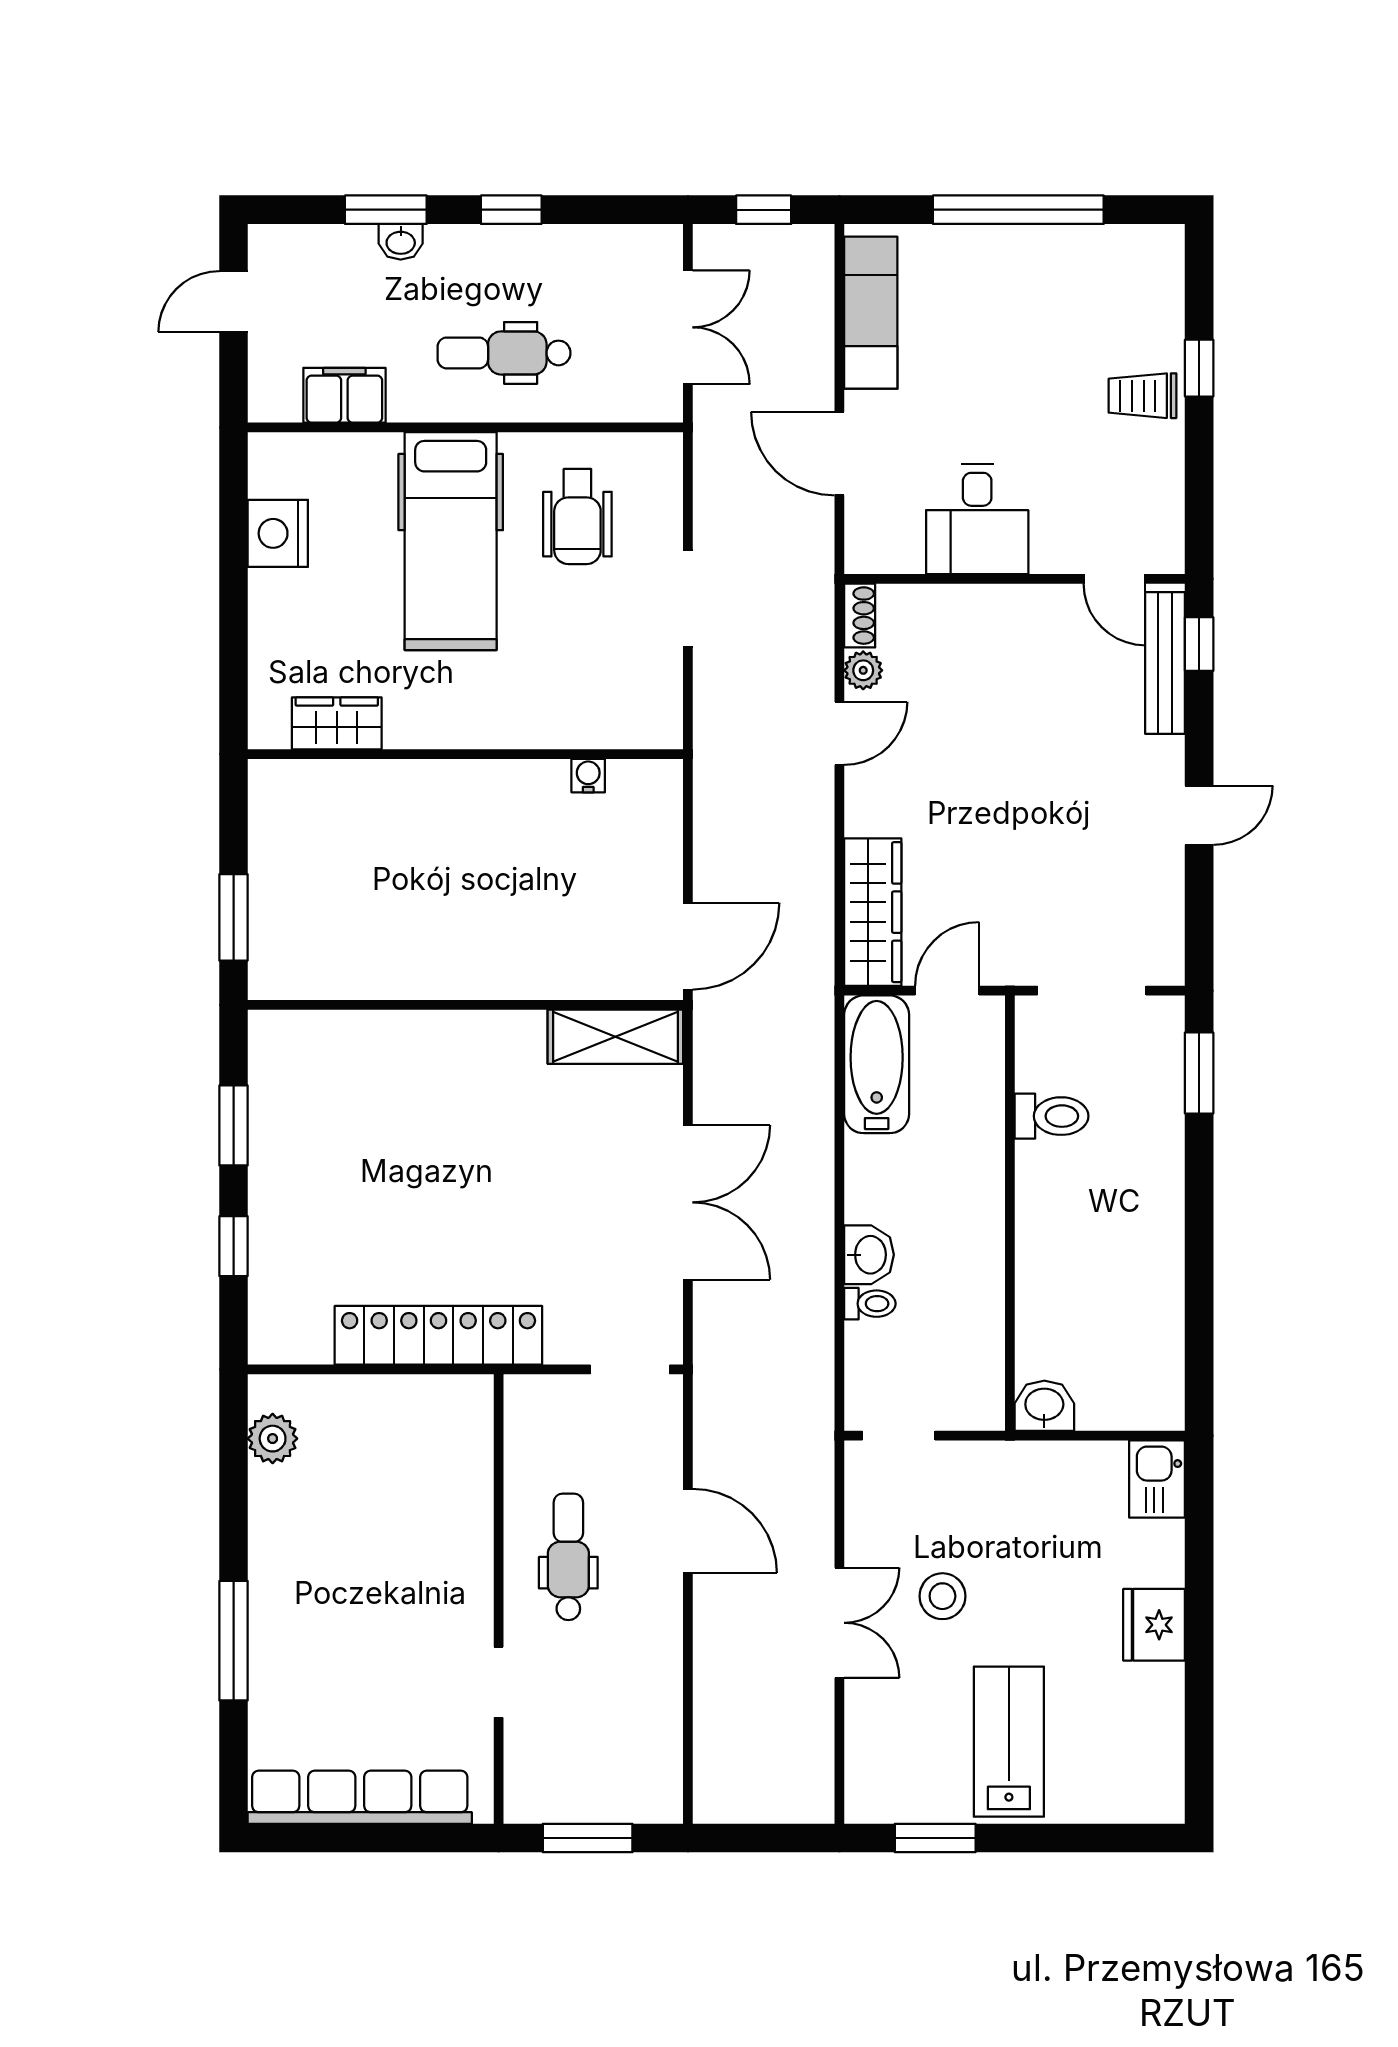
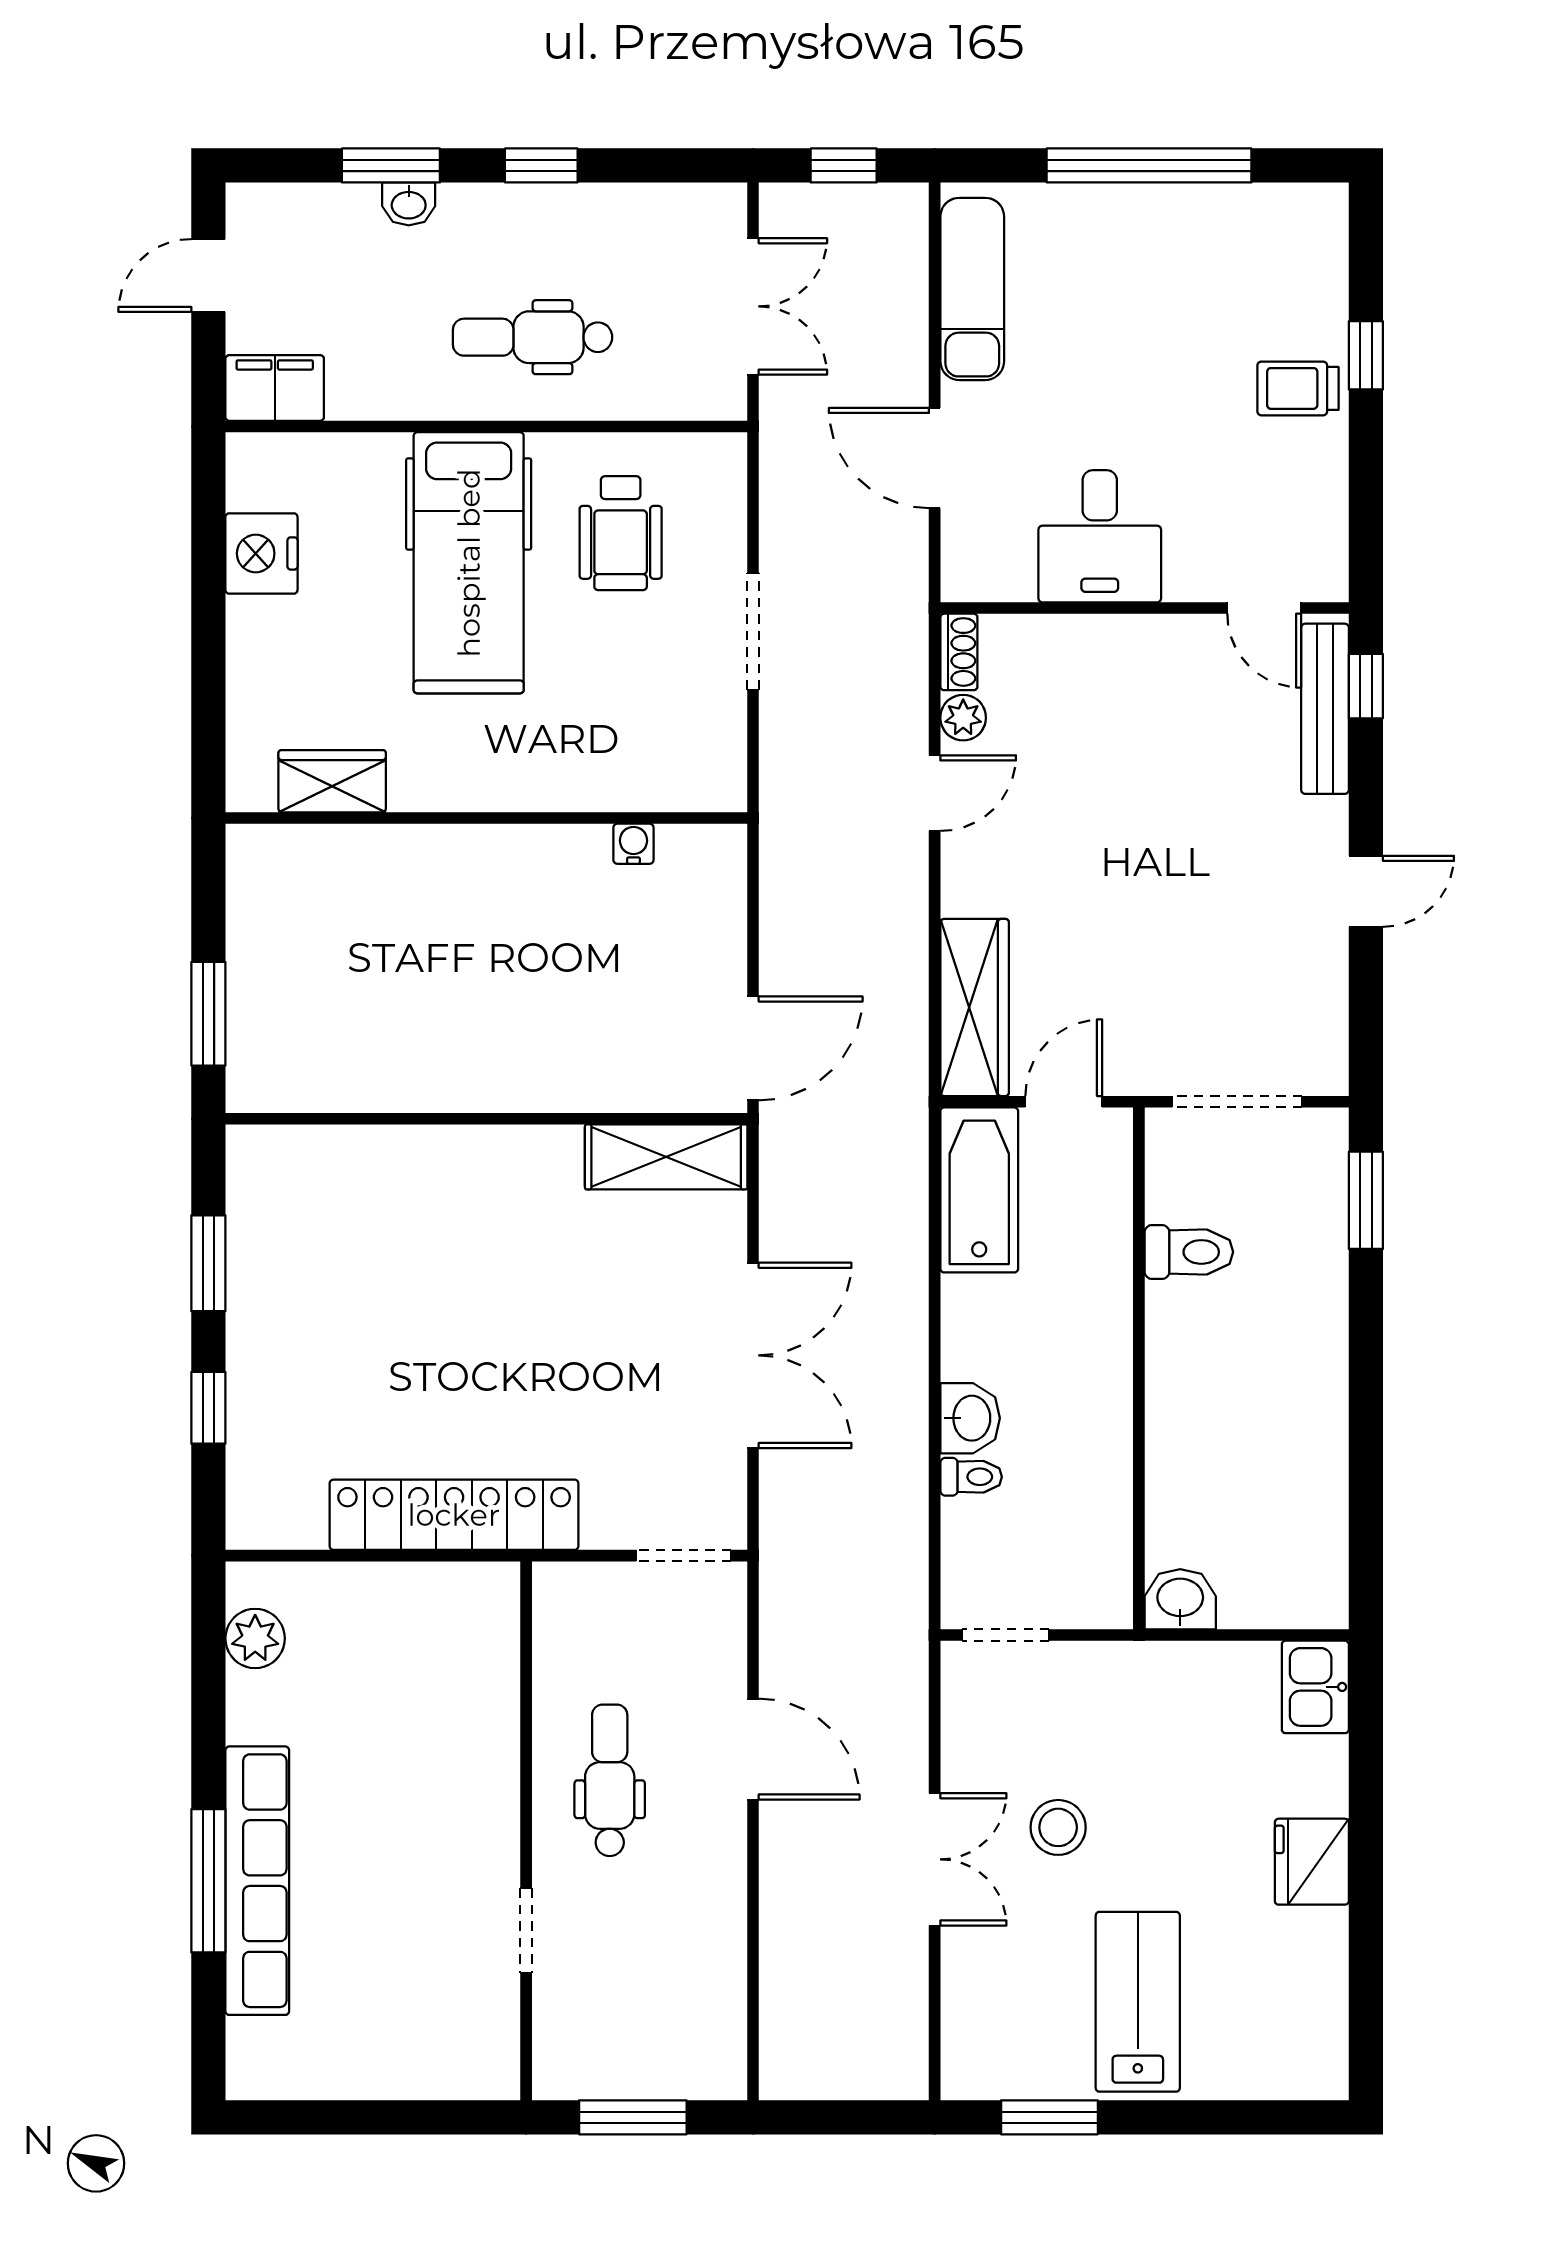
filing cabinet: (344, 395) -> (275, 388), moved
row of seats: (360, 1797) -> (257, 1881), moved, turned 90

